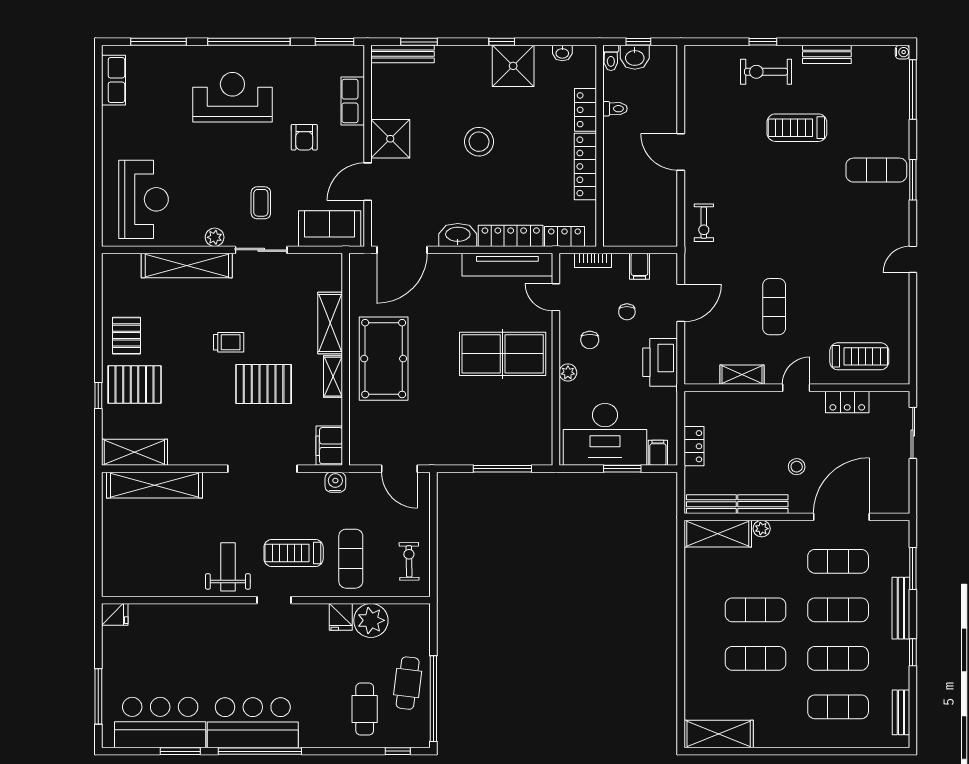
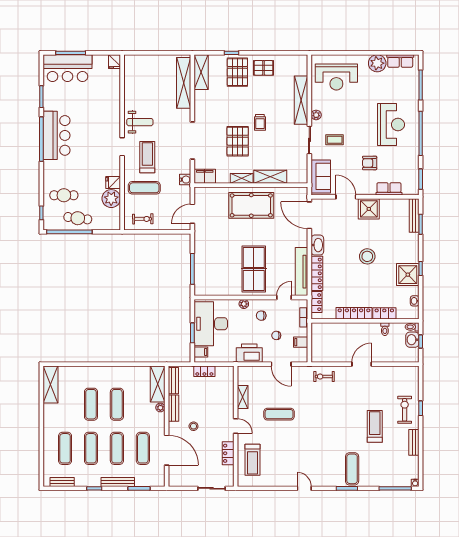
plant: (118, 123) -> (377, 63), added
bar counter: (160, 723) -> (67, 68), moved, turned 90

